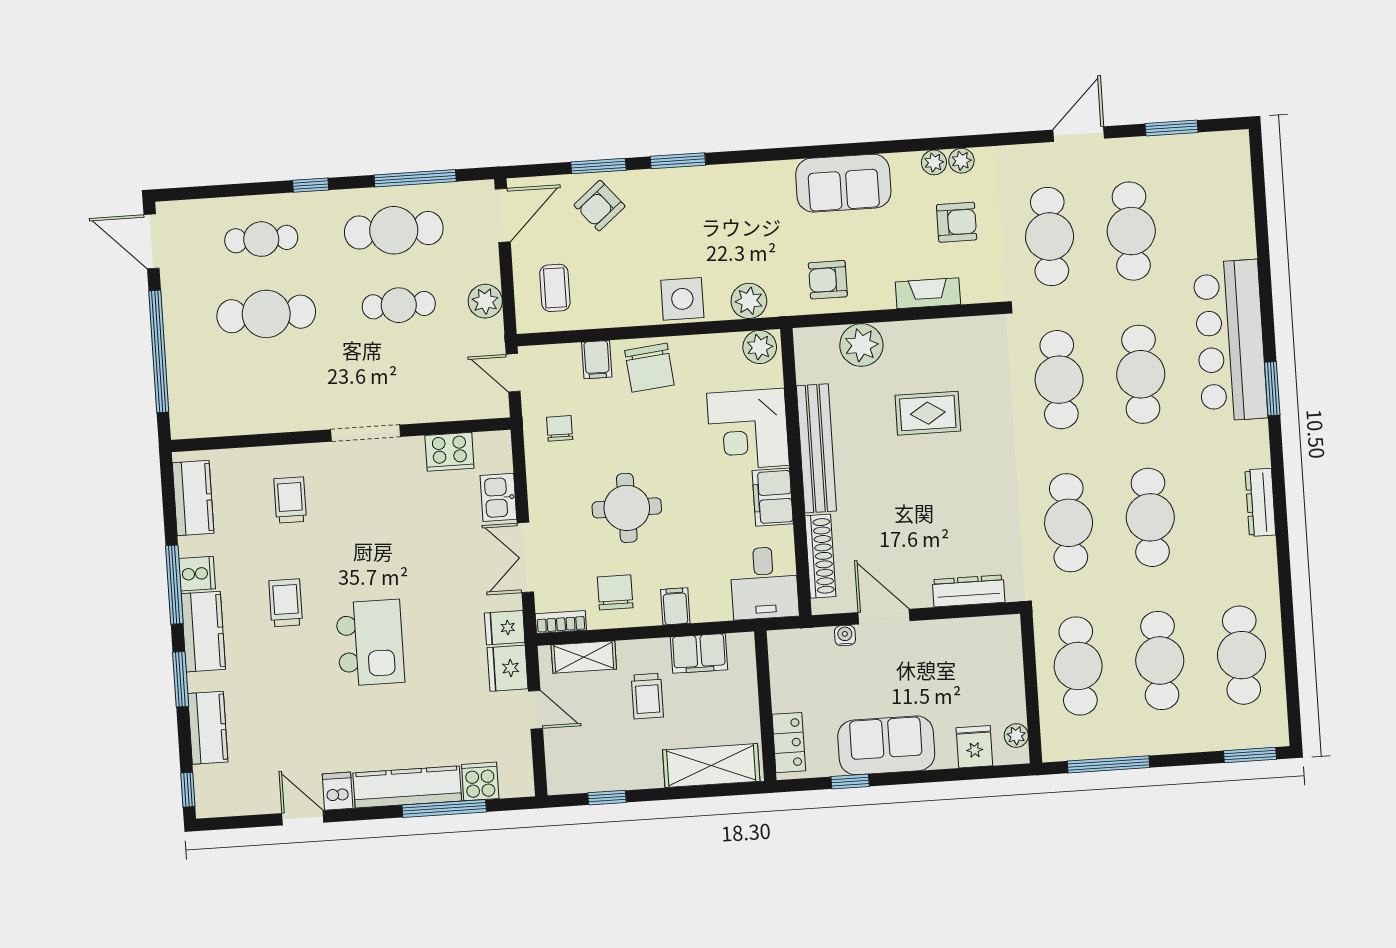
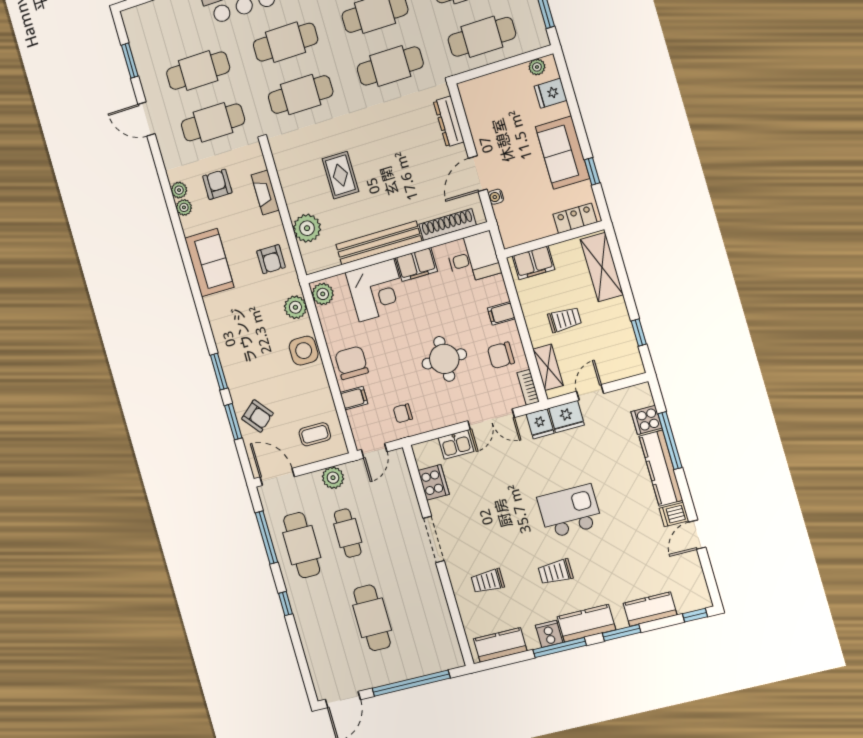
cafe table: (261, 239) -> (326, 629), removed
chair: (649, 368) -> (351, 363), turned -84
filing cabinet: (699, 653) -> (533, 263), moved, turned 90

